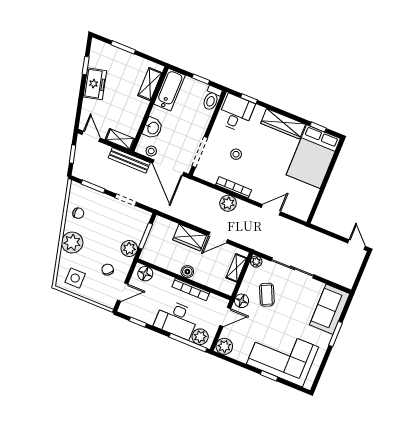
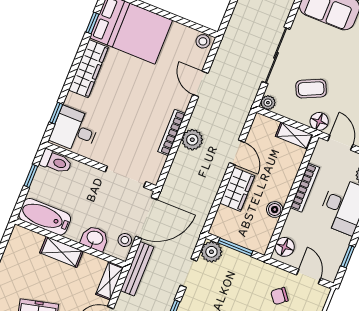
shelving: (150, 84) -> (61, 252), moved
stool: (236, 154) -> (203, 41), moved
plant: (129, 248) -> (211, 252), moved
shelving: (236, 268) -> (294, 136), moved
boiler: (187, 272) -> (275, 210), moved

